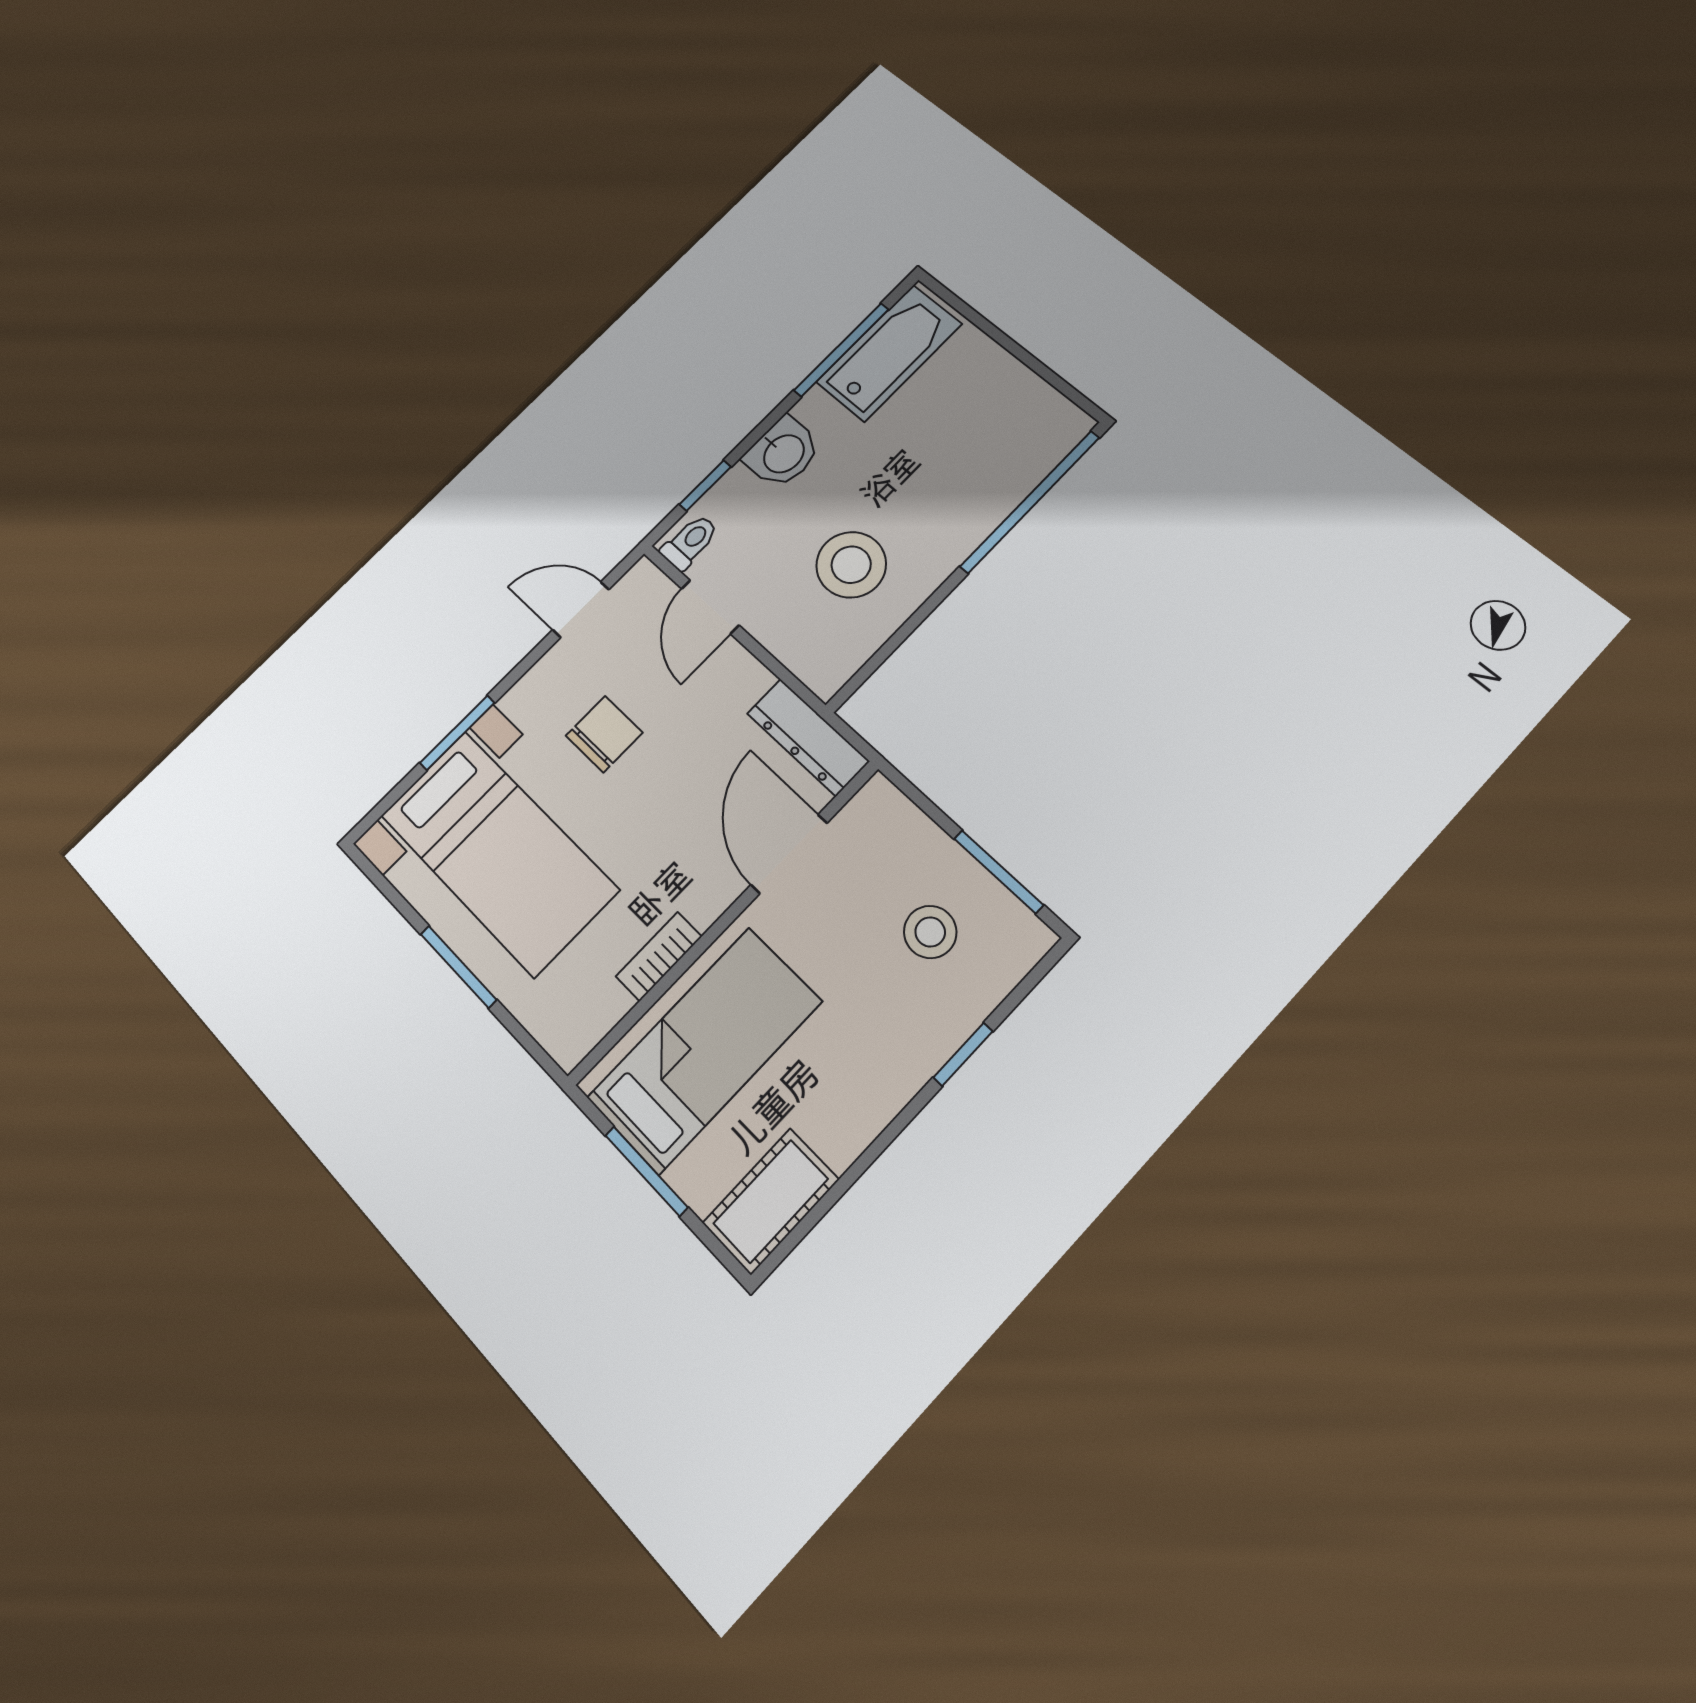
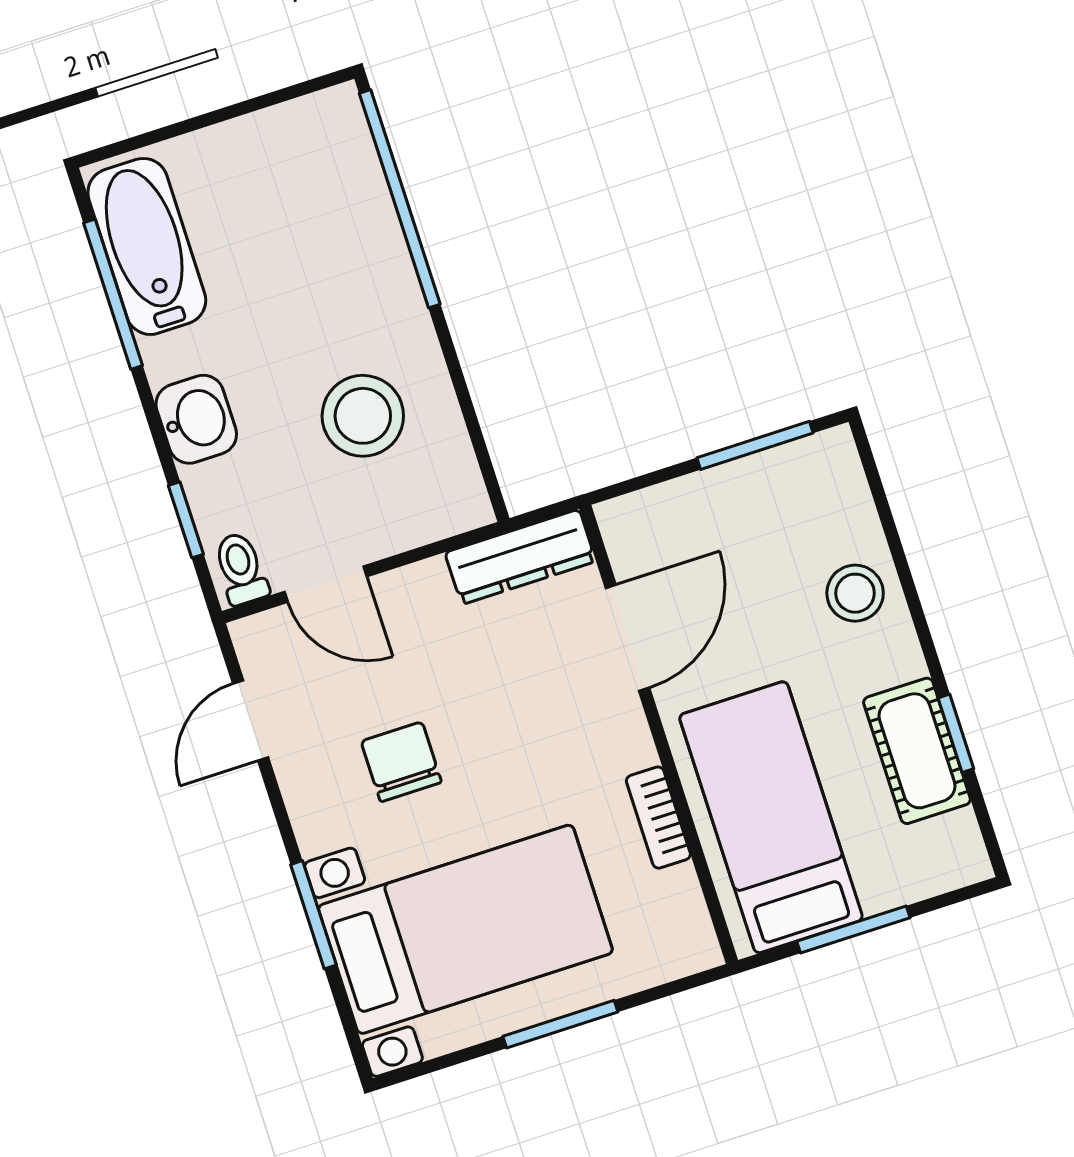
door: (789, 854) -> (627, 638), swing flipped
stool: (930, 932) -> (855, 593), moved
window: (963, 1054) -> (956, 733), moved
cot: (771, 1201) -> (917, 751), moved

